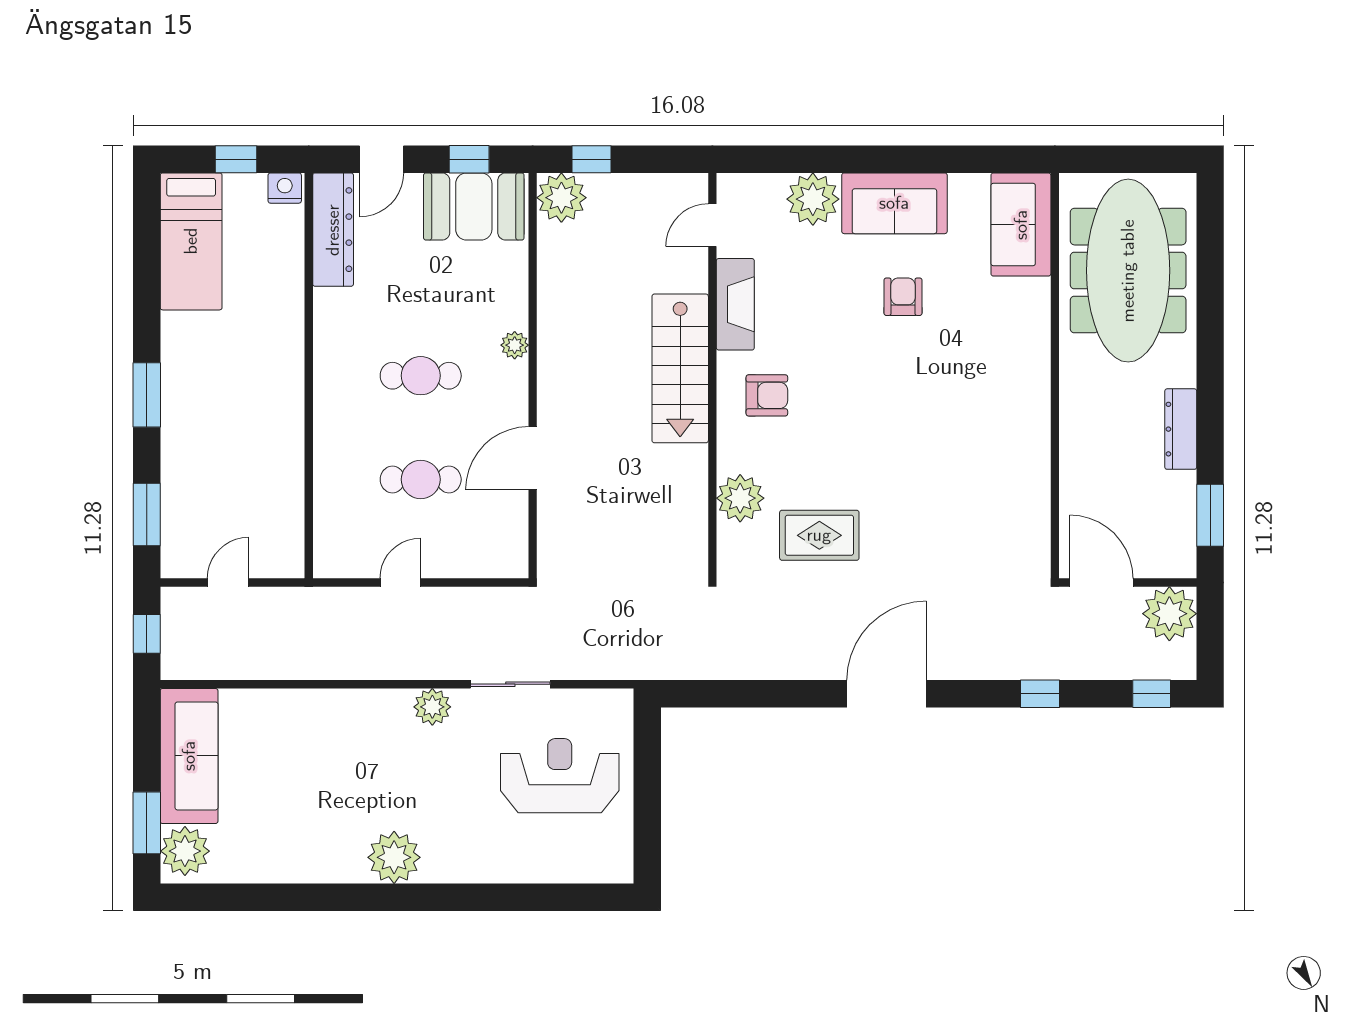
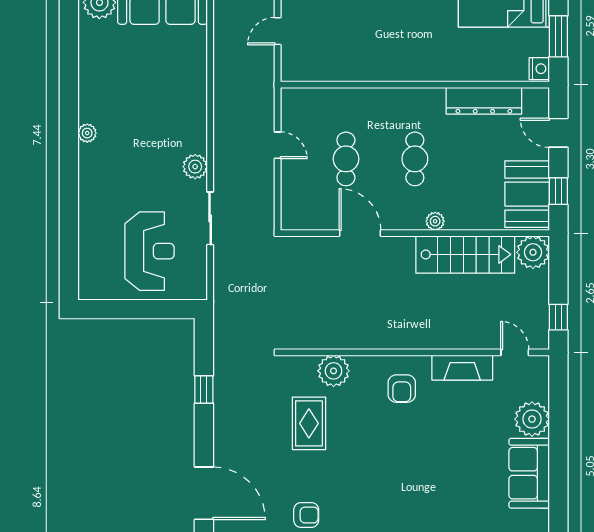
window: (236, 159) -> (558, 36), width x1.50
window: (591, 159) -> (558, 317), moved
dresser: (333, 230) -> (484, 101), moved
armchair: (903, 297) -> (306, 515), moved
stairs: (680, 368) -> (465, 254), moved, turned 180
door: (228, 582) -> (278, 31), swing flipped
window: (768, 694) -> (204, 389), added
door: (887, 694) -> (204, 493), moved
plant: (394, 857) -> (87, 133), width x0.53, depth x0.53

